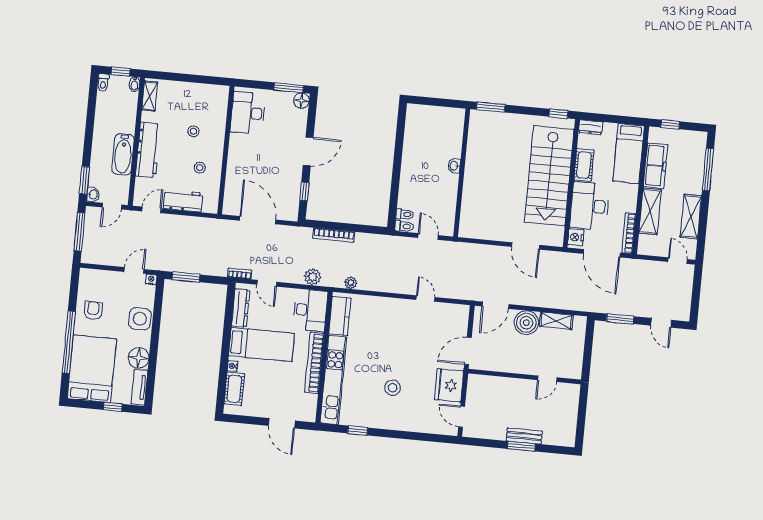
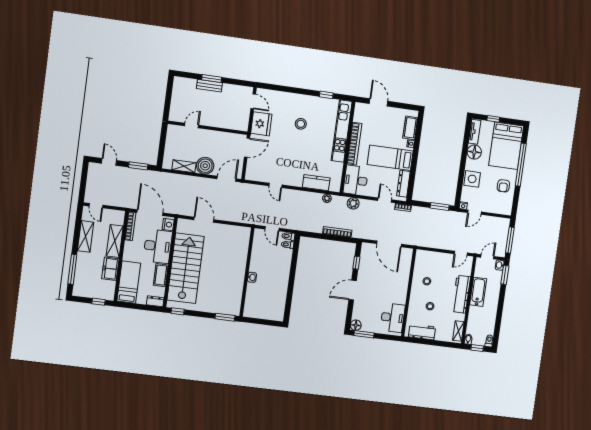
freezer: (656, 166) -> (110, 269), width x0.71
workbench: (183, 201) -> (422, 332), moved, turned 180
kitchen counter: (340, 316) -> (316, 183), moved, turned 90

